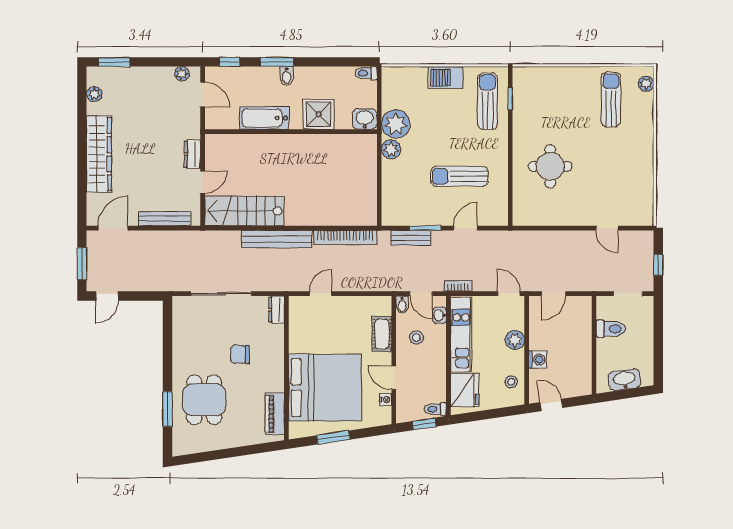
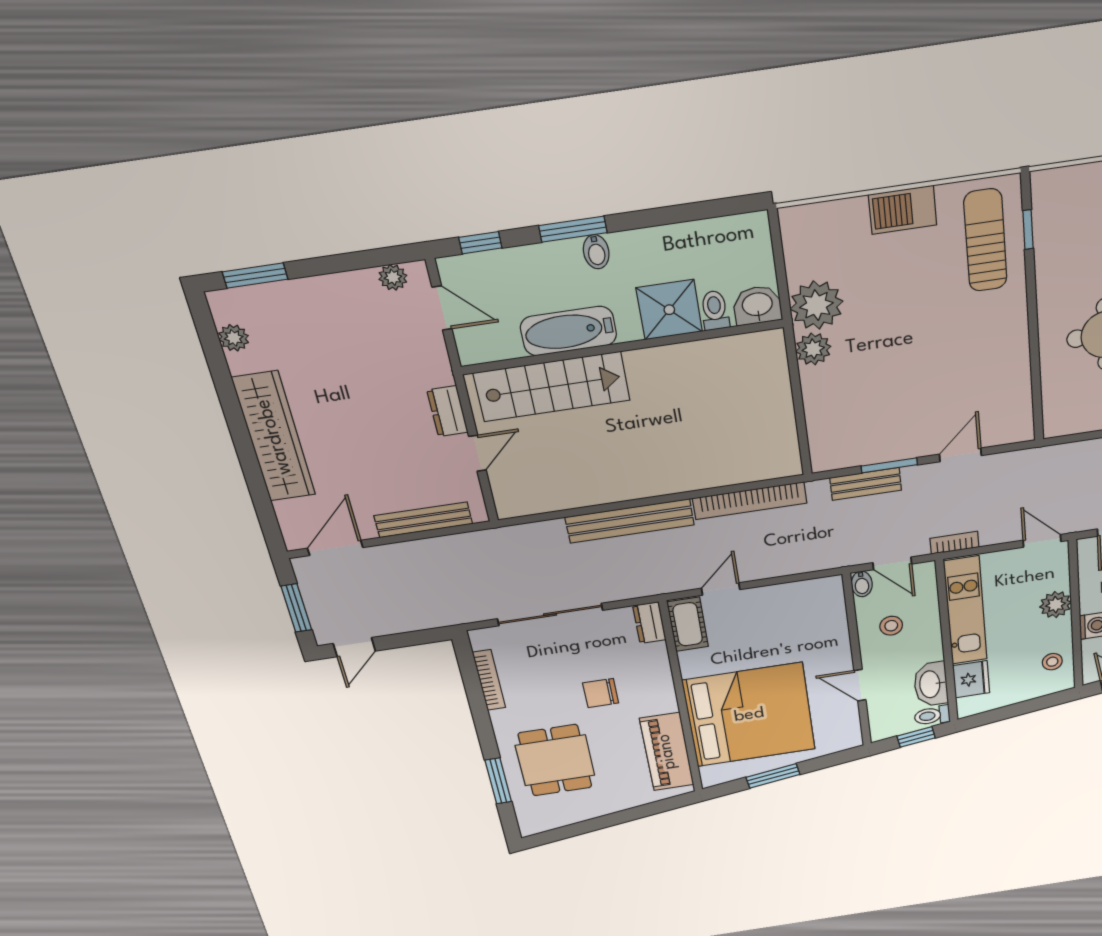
toilet: (366, 73) -> (715, 310), moved, turned 90
sun lounger: (459, 176) -> (943, 375), removed
stairs: (244, 211) -> (552, 387), moved, turned 180
washbasin: (439, 315) -> (931, 684), moved, width x1.91, depth x1.45
bookcase: (178, 333) -> (489, 680), added
cot: (382, 334) -> (688, 624), moved
fridge: (465, 390) -> (971, 679), width x0.73, depth x0.75
nightstand: (386, 400) -> (850, 715), removed
piano: (275, 414) -> (667, 752), width x1.37, depth x1.33

